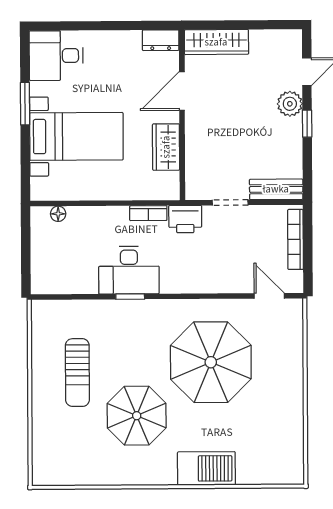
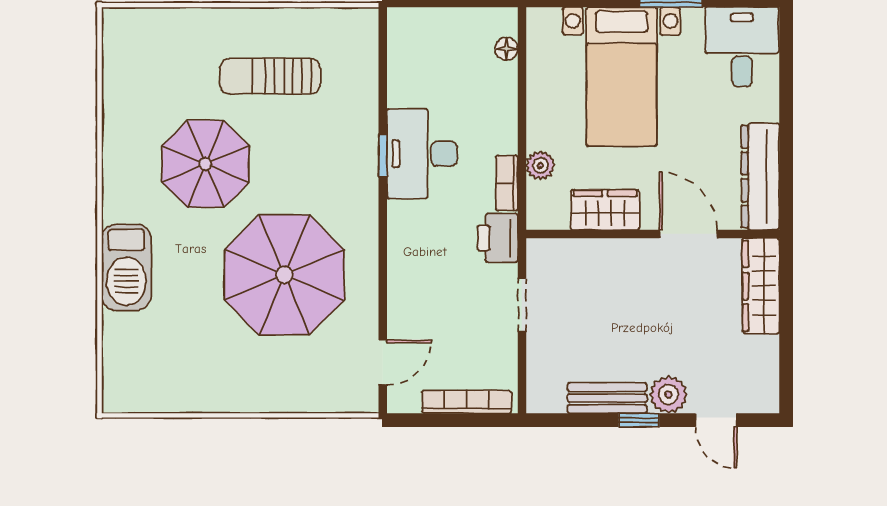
dresser: (161, 40) -> (760, 177), width x1.96, depth x1.24
bench: (276, 189) -> (607, 398), moved, turned 90
plant: (136, 191) -> (540, 165), added

